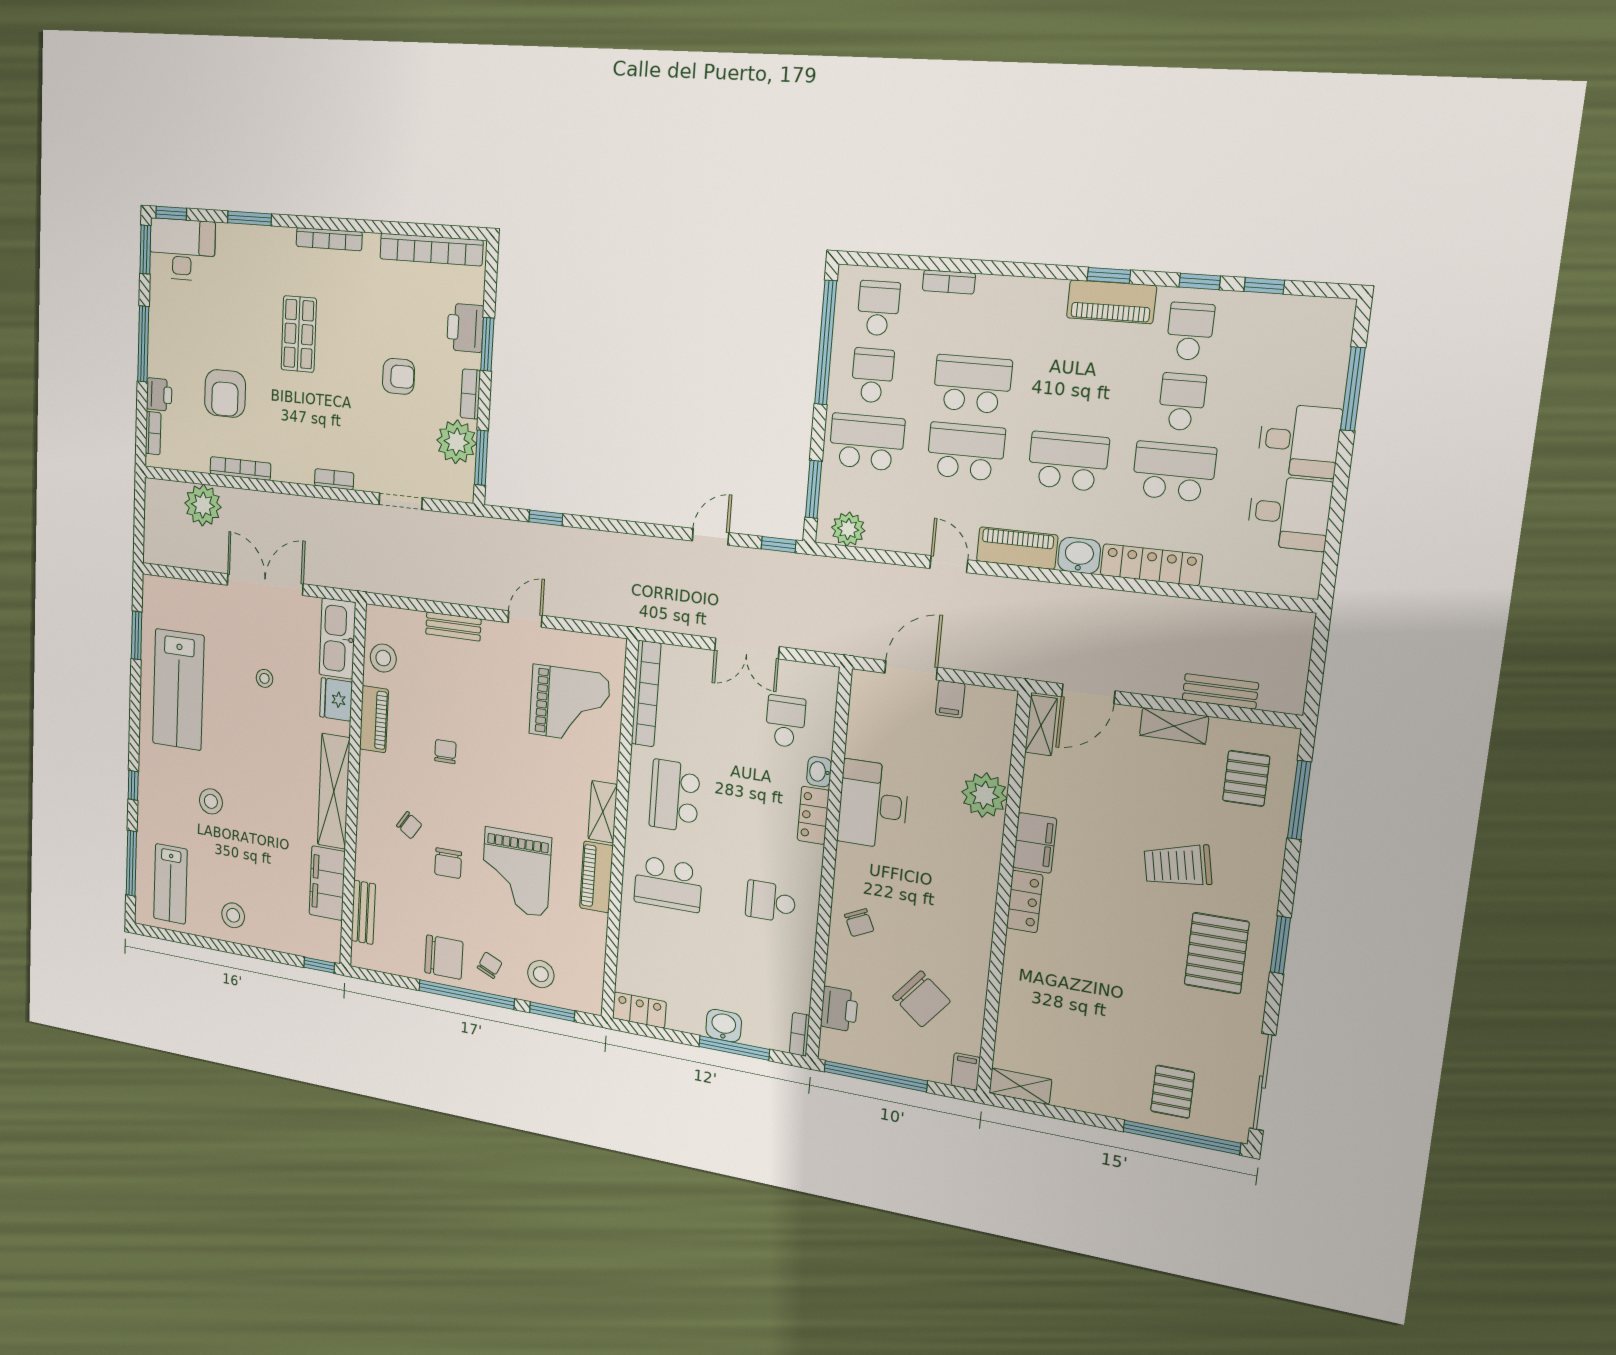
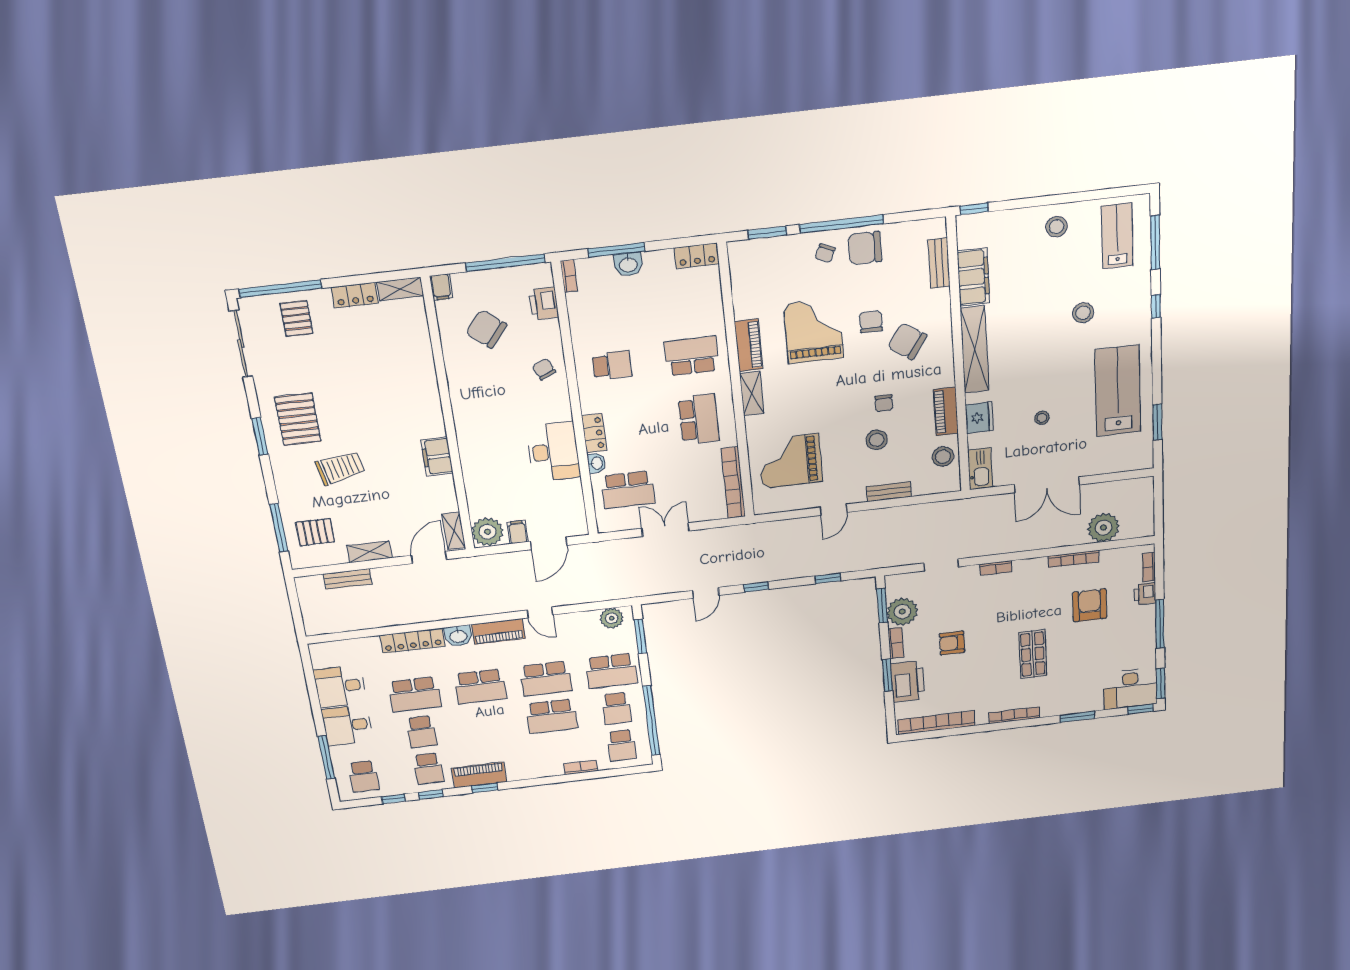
printer: (465, 328) -> (908, 681), width x1.37, depth x1.19
school desk: (1301, 340) -> (364, 776), added
window: (779, 545) -> (756, 587), moved
kitchen sink: (337, 639) -> (980, 469), width x0.73, depth x0.81
school desk: (785, 721) -> (628, 490), width x1.85
pallet: (1246, 778) -> (315, 532), turned 90
plant: (984, 795) -> (488, 532), moved
chair: (409, 825) -> (907, 341), width x1.87, depth x1.87
locker: (1025, 901) -> (355, 295), moved, turned -90
stool: (541, 974) -> (877, 440), moved

